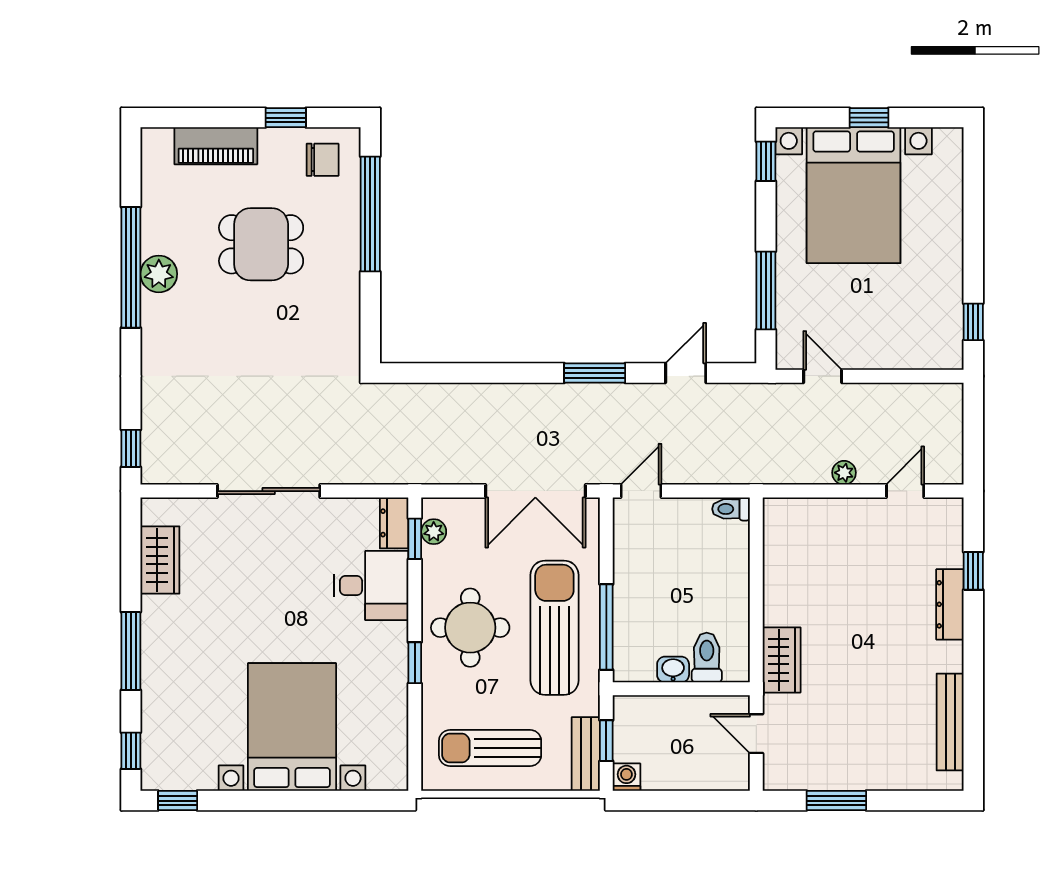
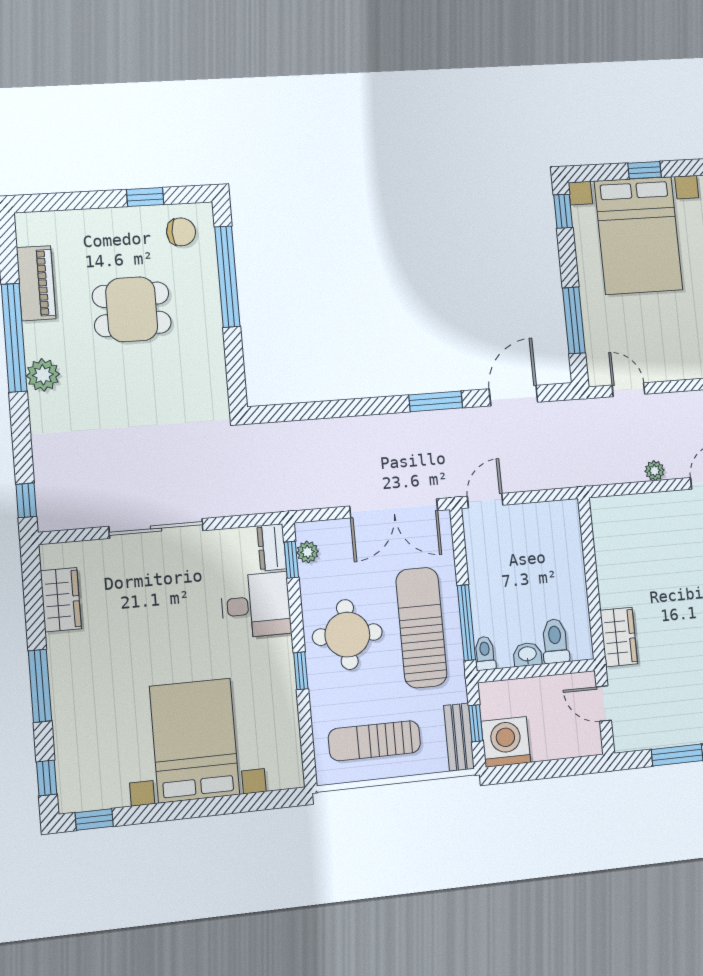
piano: (216, 146) -> (36, 283), moved, turned -90
plant: (159, 274) -> (43, 375), moved
door: (686, 373) -> (513, 396), width x1.38
toilet: (731, 509) -> (485, 653), moved, turned 90
washing machine: (626, 777) -> (506, 742), width x1.89, depth x1.89

